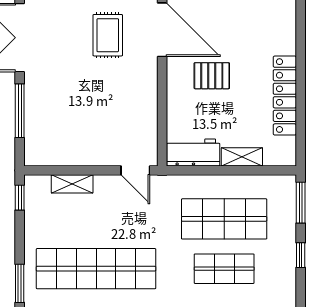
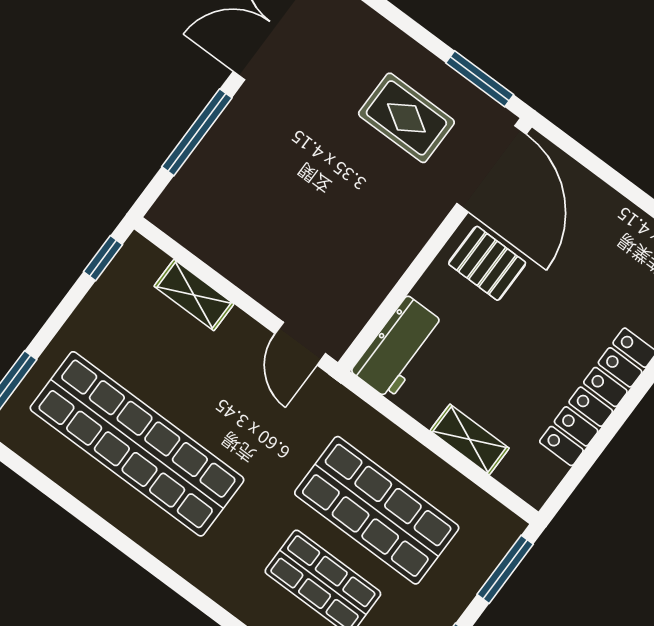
rug: (108, 35) -> (406, 118), turned 90
pallet: (212, 76) -> (487, 263), moved
workbench: (193, 152) -> (399, 348), moved, turned 90

